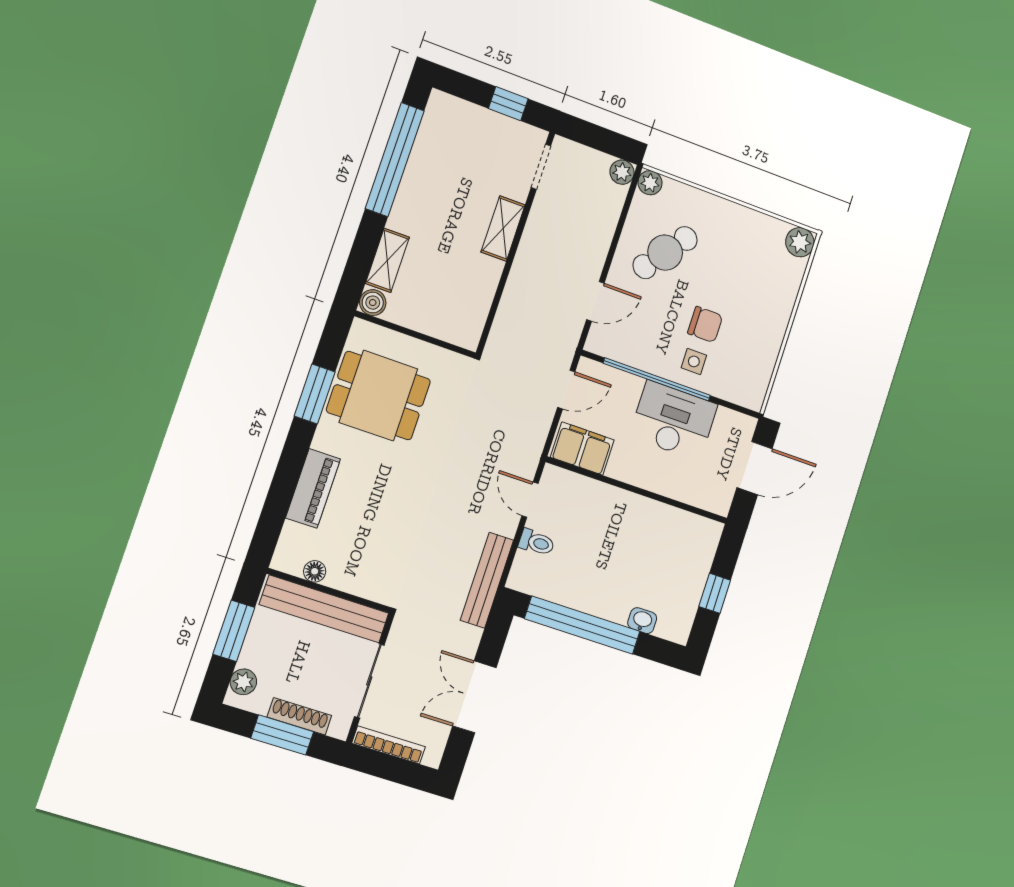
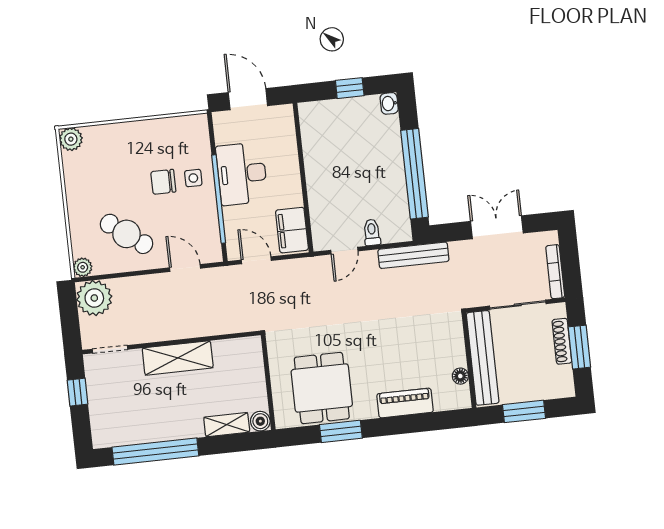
plant: (622, 172) -> (94, 298), width x1.88, depth x1.88
shelving: (503, 228) -> (178, 358), width x1.50, depth x1.33
chair: (705, 325) -> (163, 182), turned -90
washbasin: (642, 621) -> (389, 103), moved
plant: (243, 682) -> (555, 389), removed
double door: (474, 697) -> (497, 227), swing flipped

